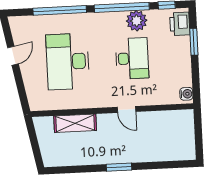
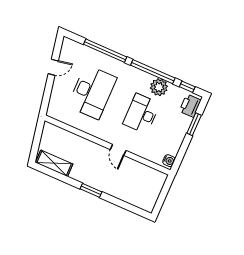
desk: (132, 58) -> (141, 114), turned 180
desk: (68, 62) -> (92, 92), turned 180
shelving: (75, 123) -> (54, 163), moved

